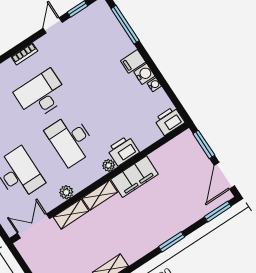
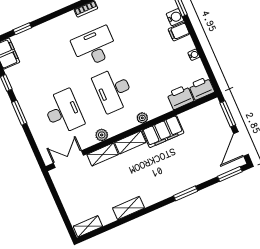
water cooler: (144, 74) -> (175, 17), moved
printer: (123, 151) -> (180, 97), moved

